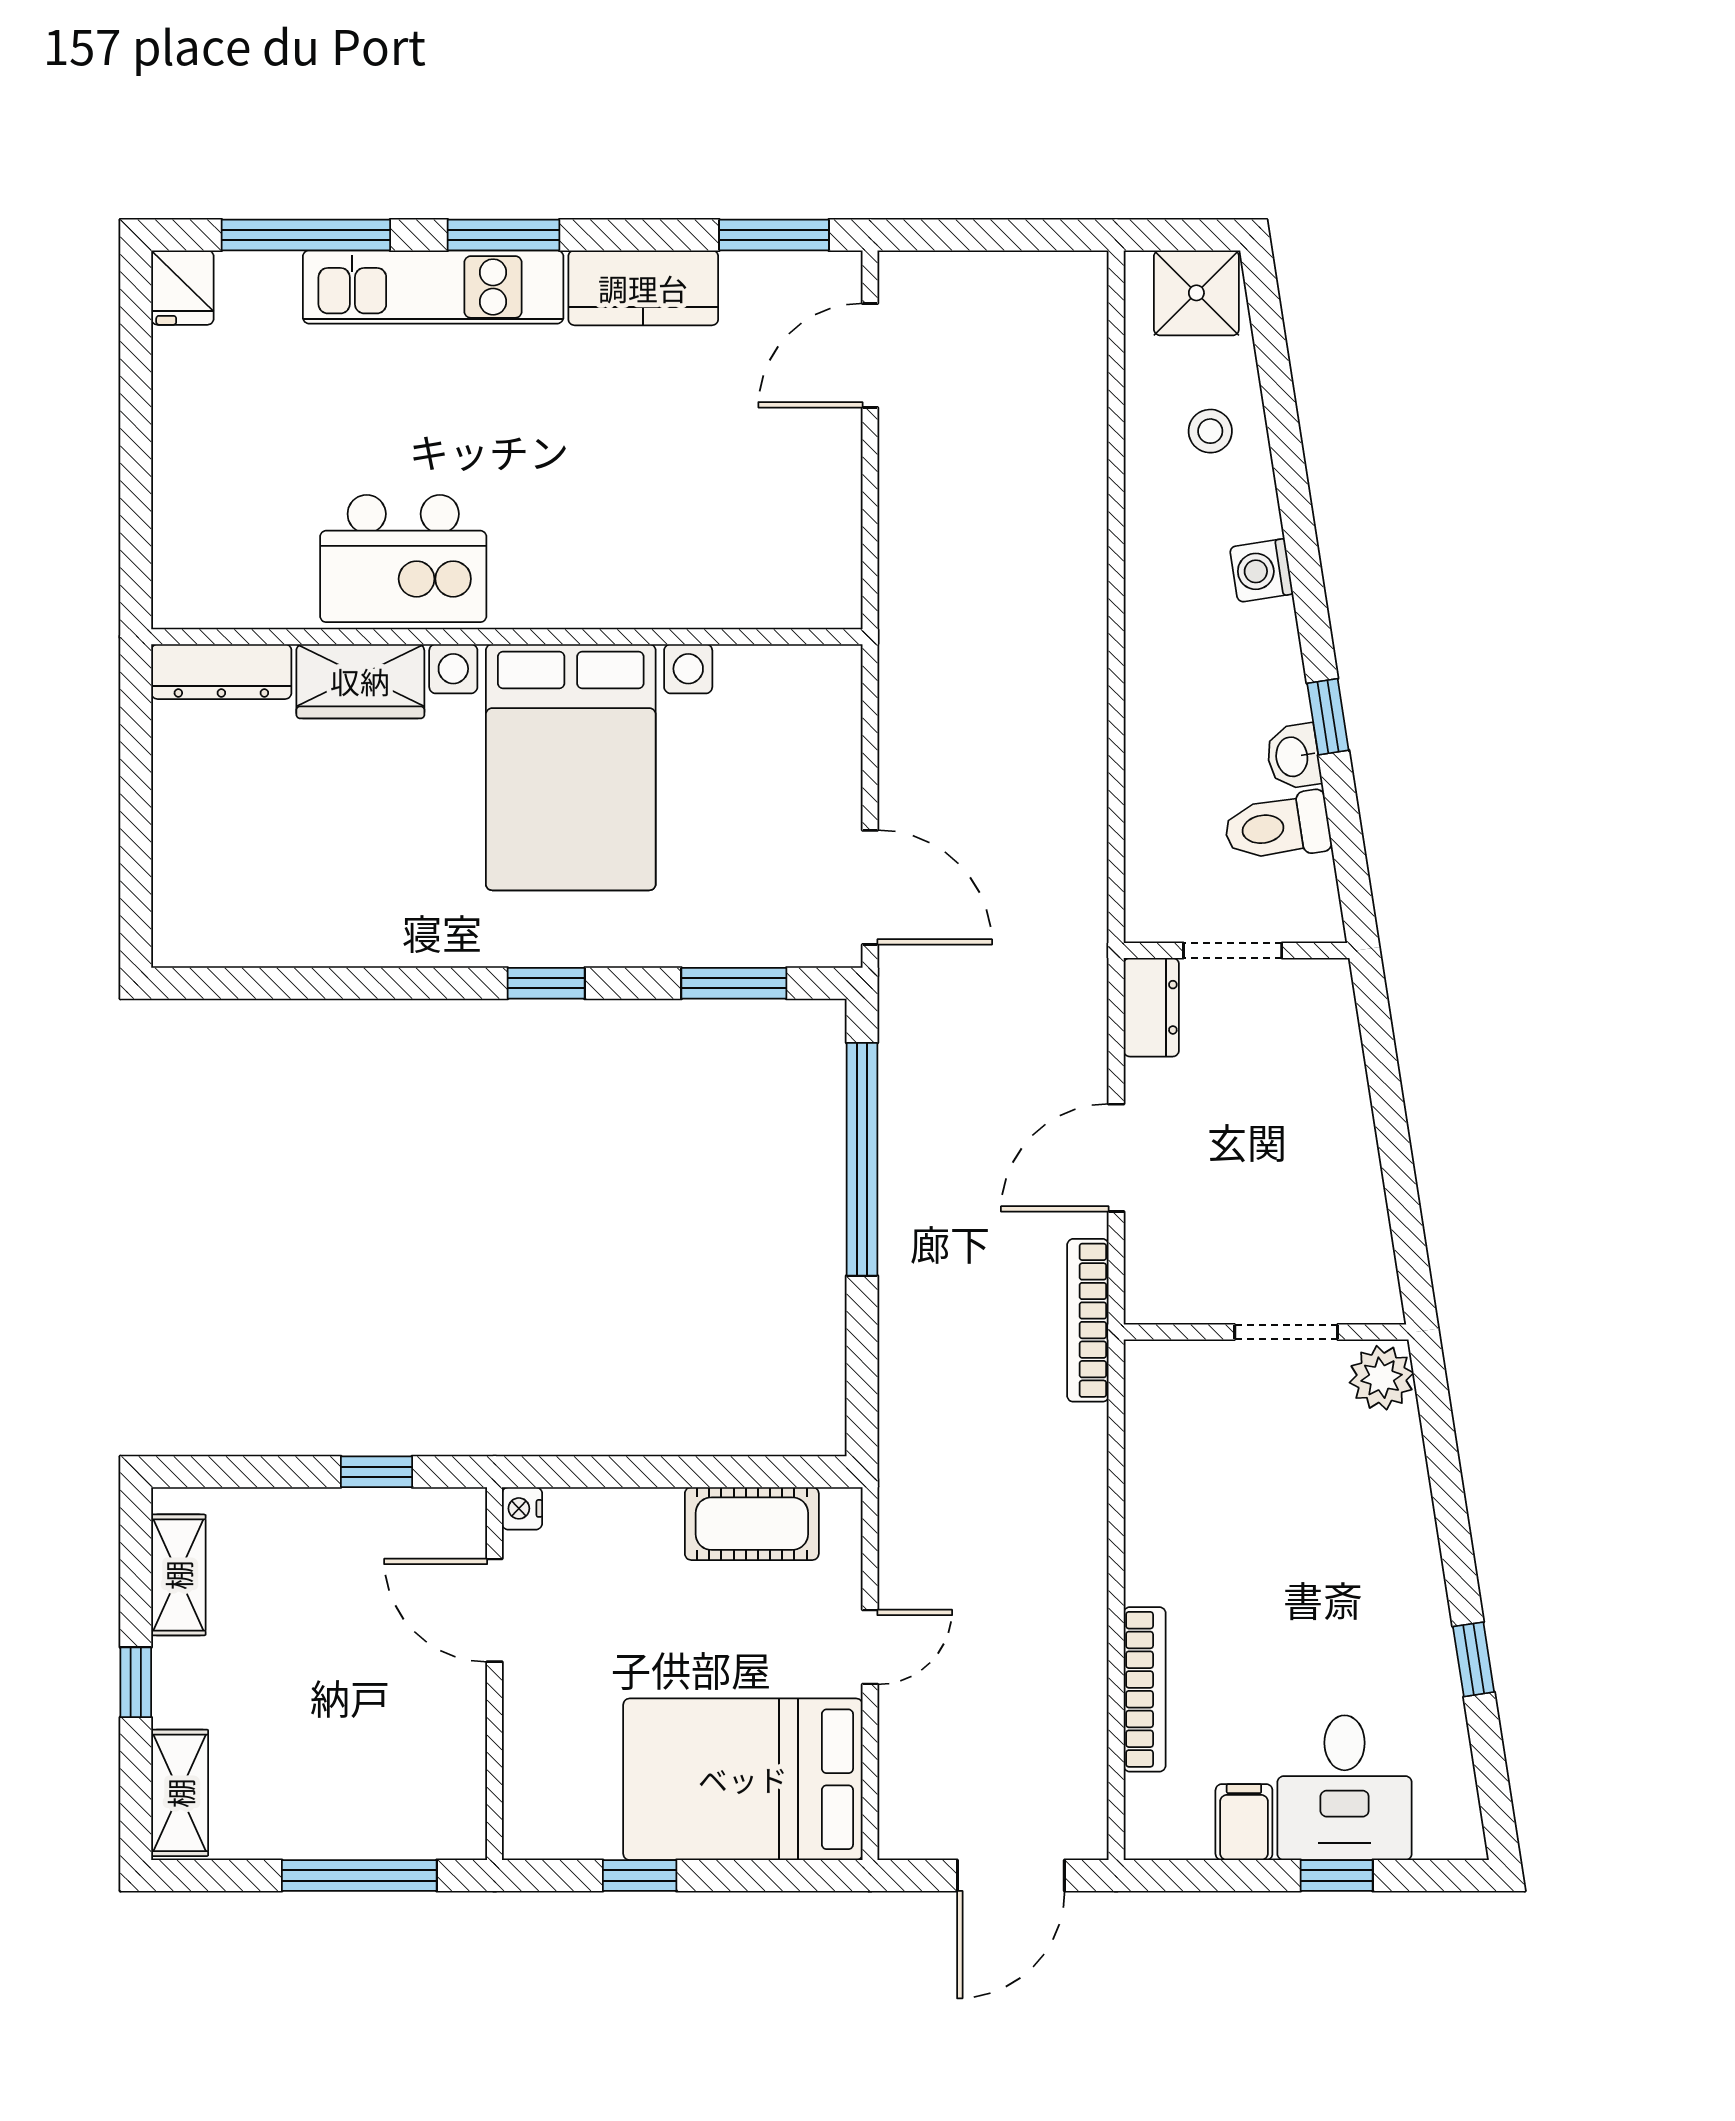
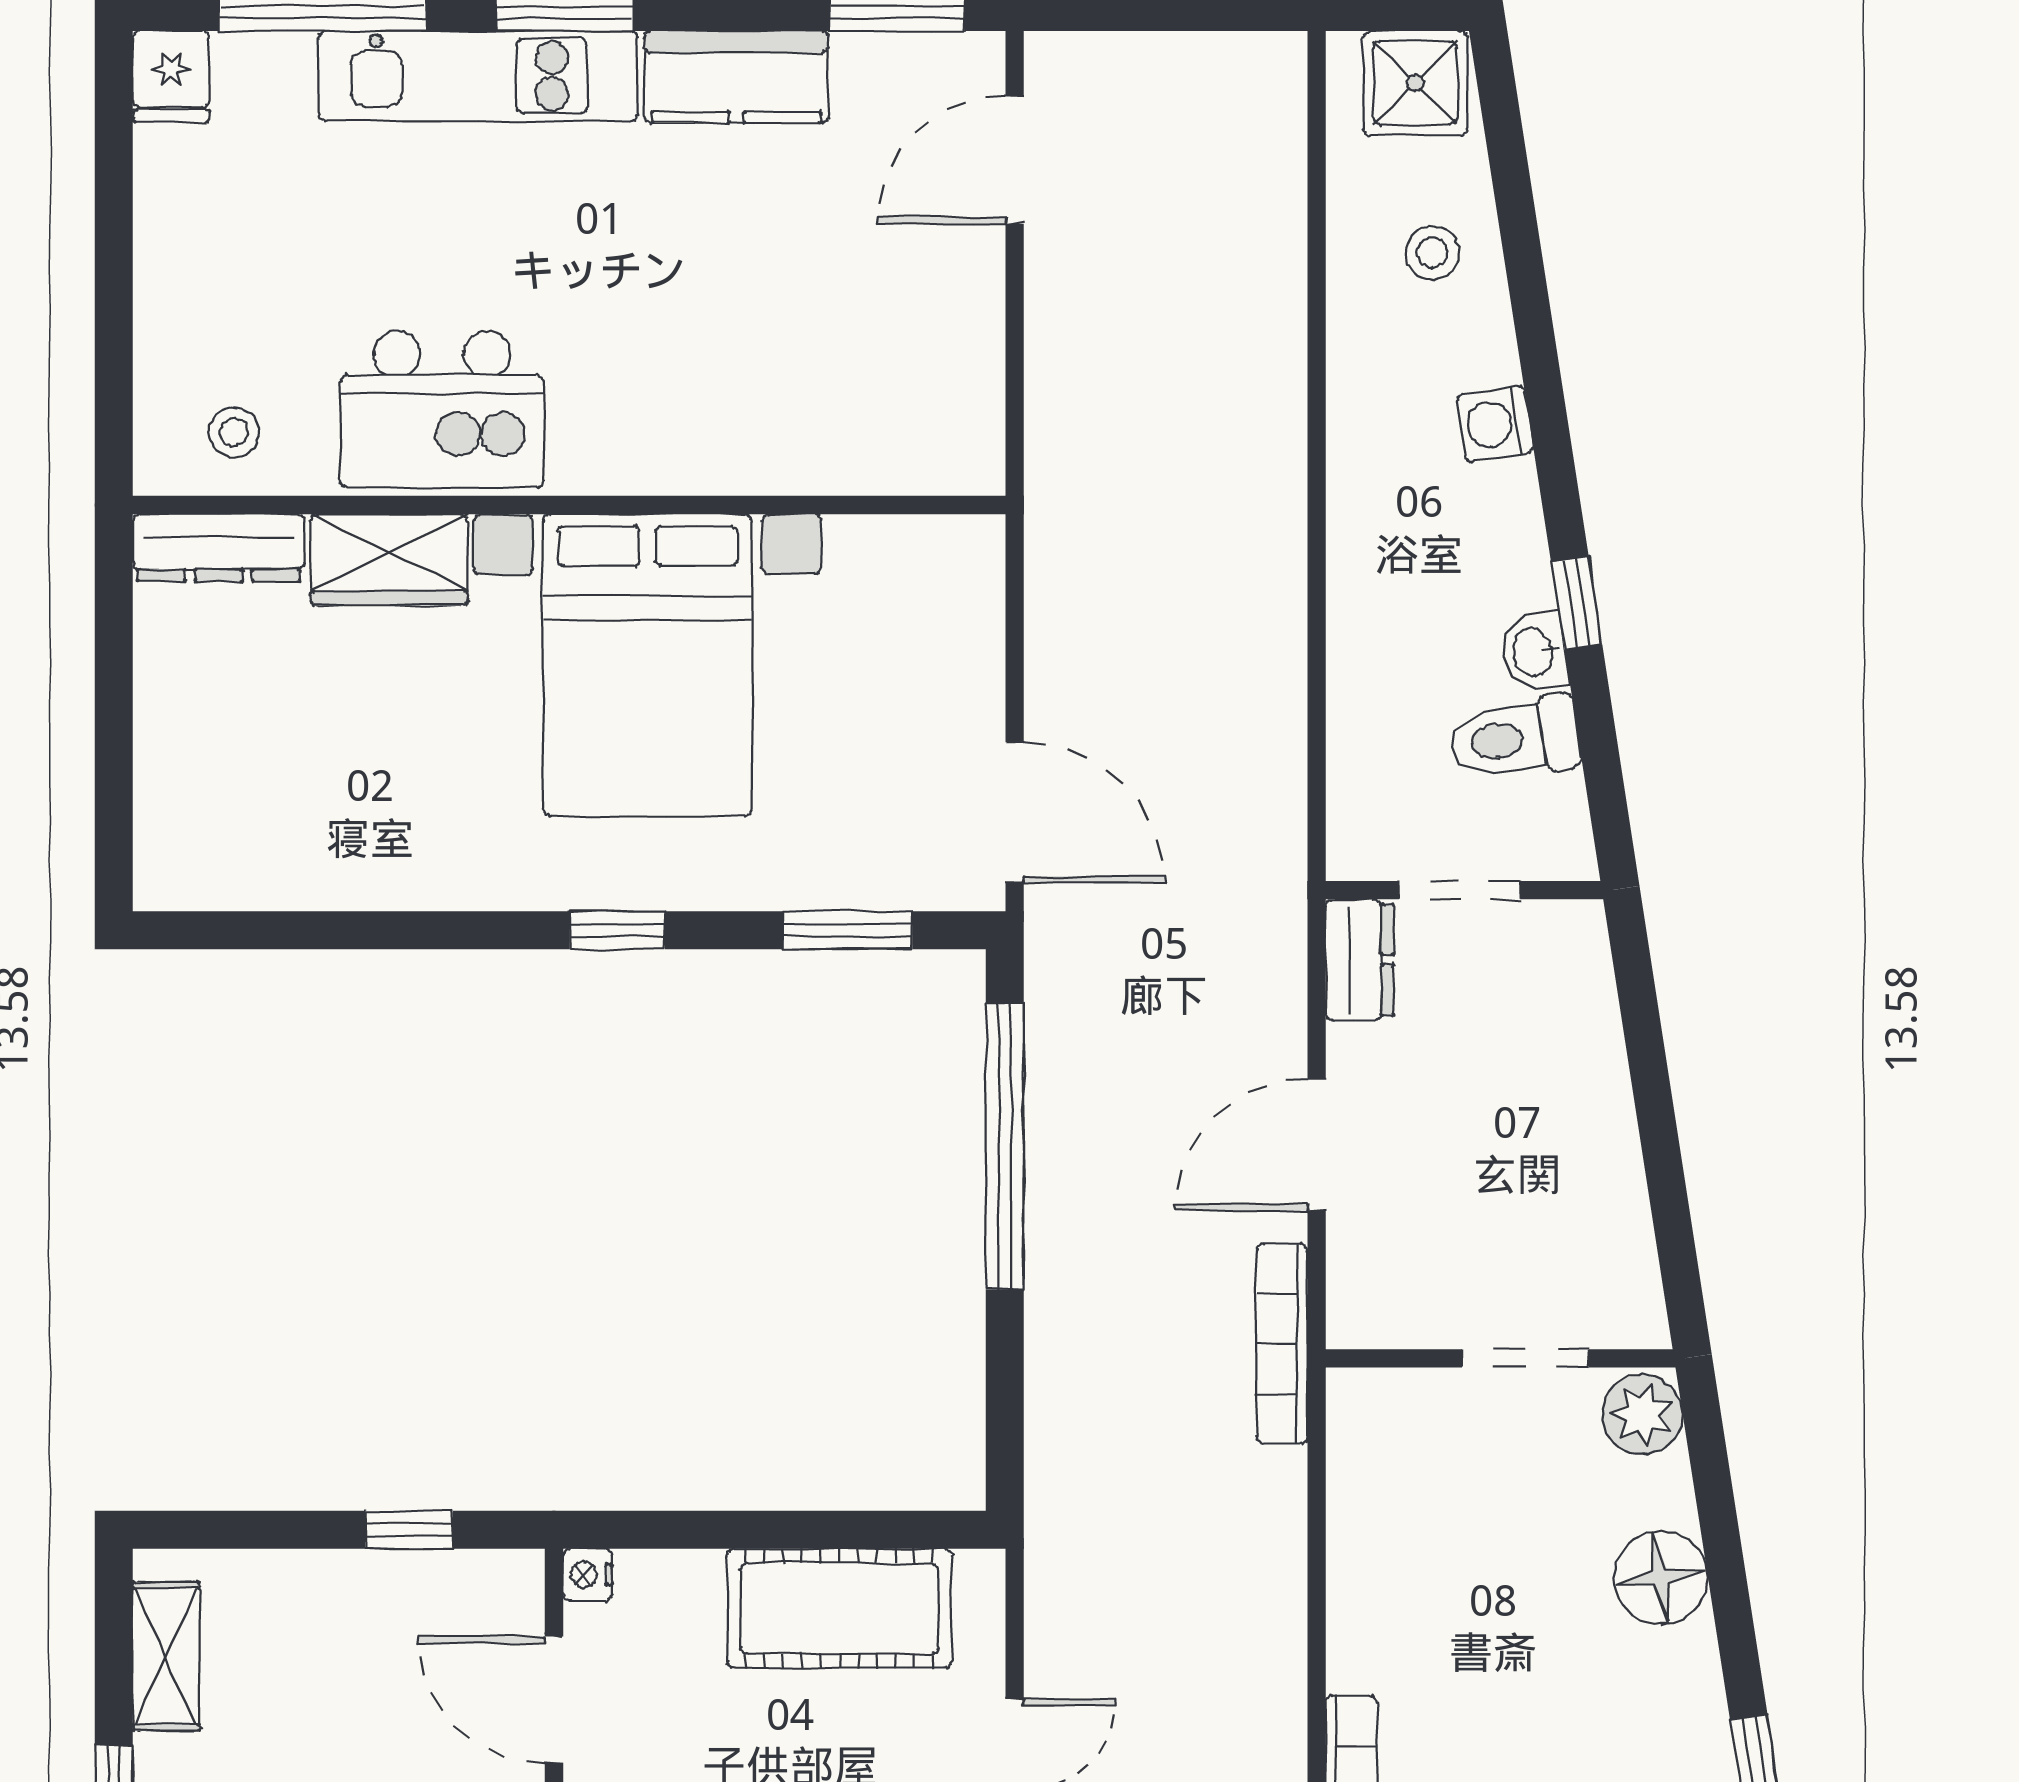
stool: (234, 577) -> (234, 432), added
floor lamp: (1397, 1511) -> (1661, 1577), added
cot: (752, 1524) -> (839, 1609), width x1.37, depth x1.34

